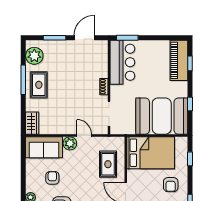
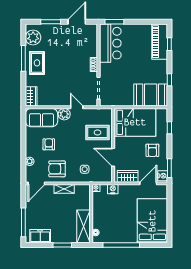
booth: (162, 116) -> (151, 95), width x0.73, depth x0.70
rug: (108, 164) -> (97, 132), turned 90

